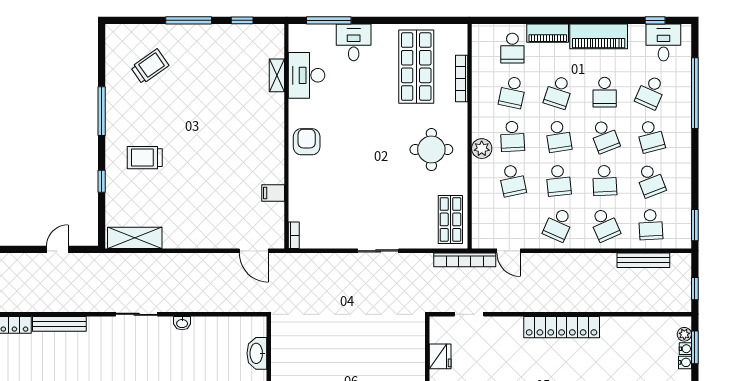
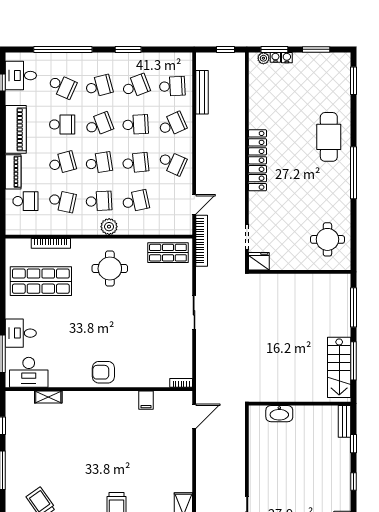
desk: (307, 75) -> (29, 372), moved
school desk: (558, 92) -> (62, 163), turned -33
window: (695, 225) -> (128, 49), moved
washbasin: (182, 323) -> (254, 476), removed
fridge: (440, 356) -> (259, 261), moved

